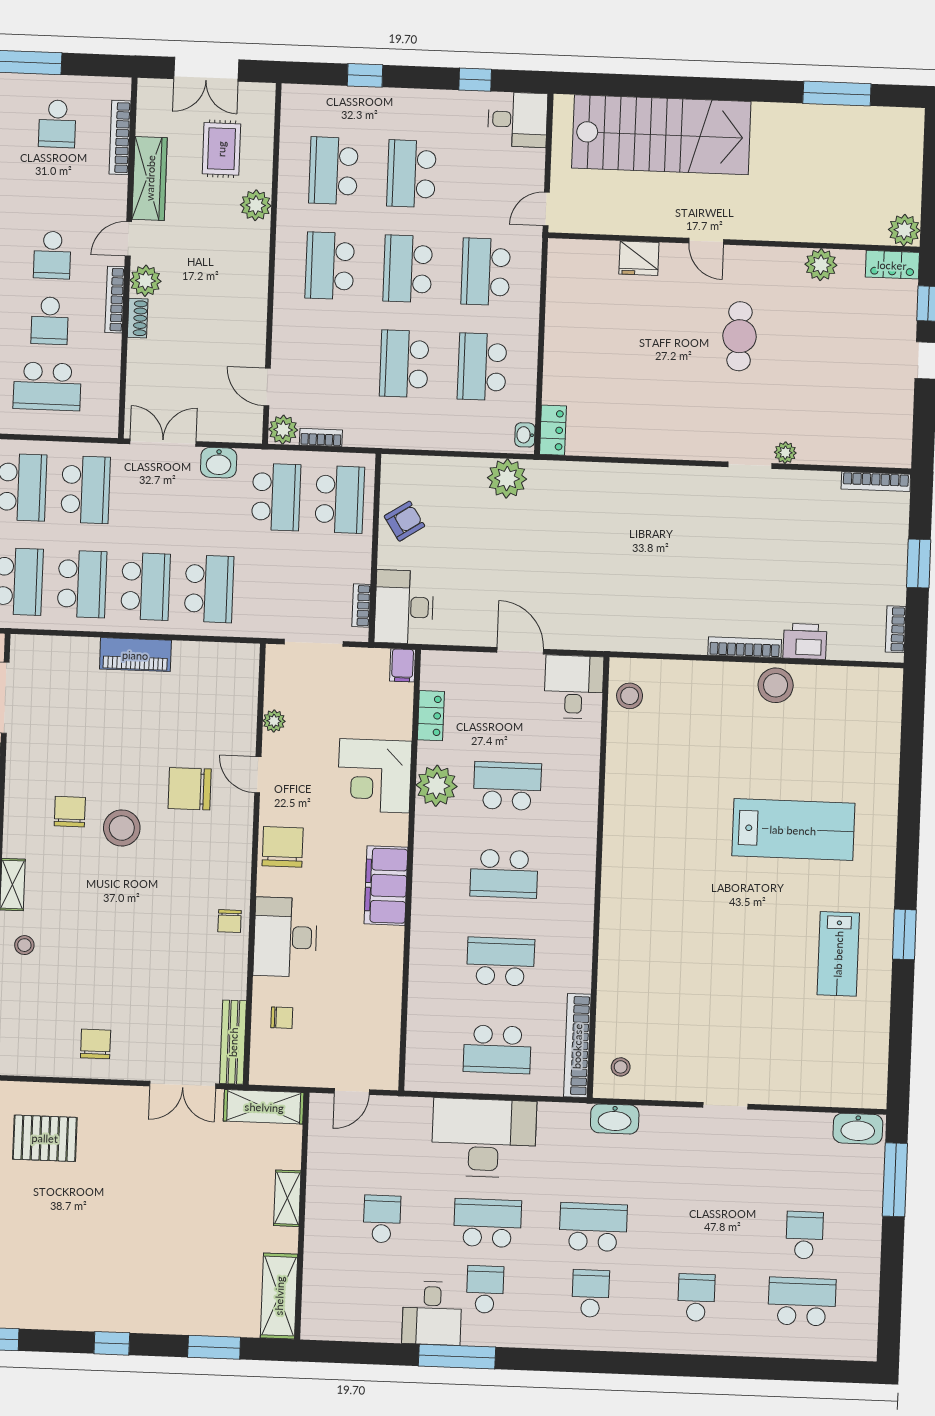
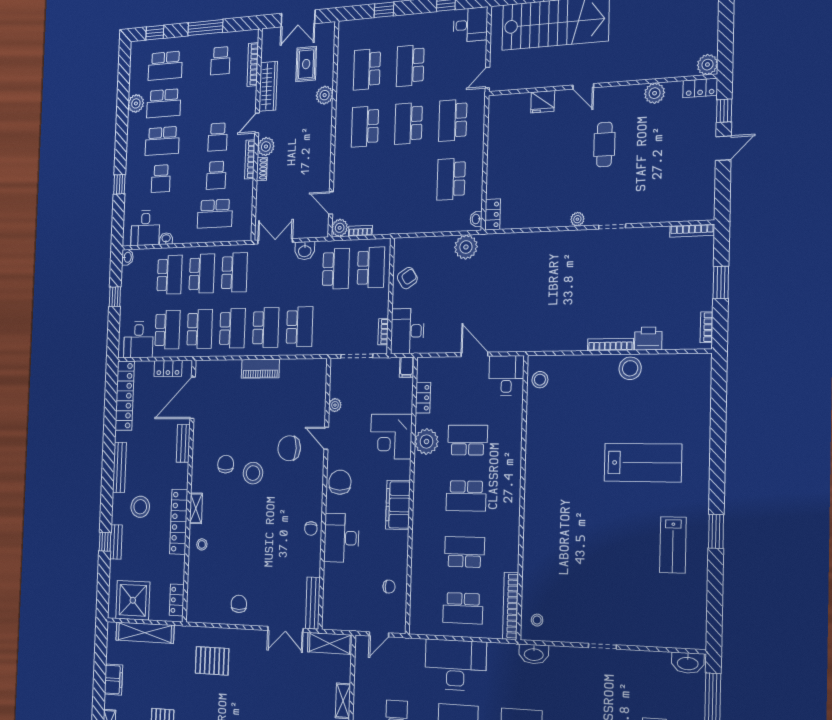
school desk: (404, 364) -> (407, 182), removed
plant: (785, 453) -> (577, 219), moved
chair: (282, 1018) -> (389, 587), moved

